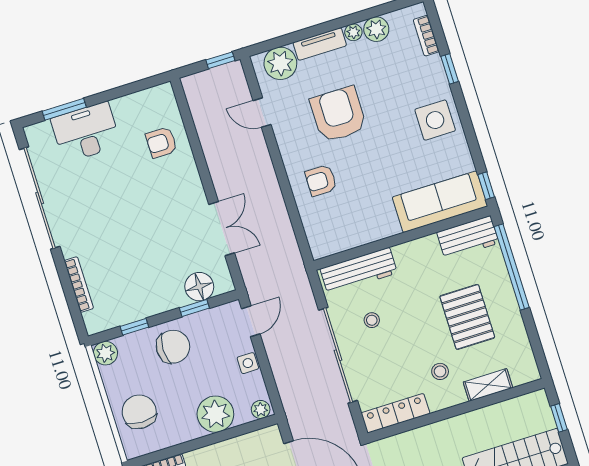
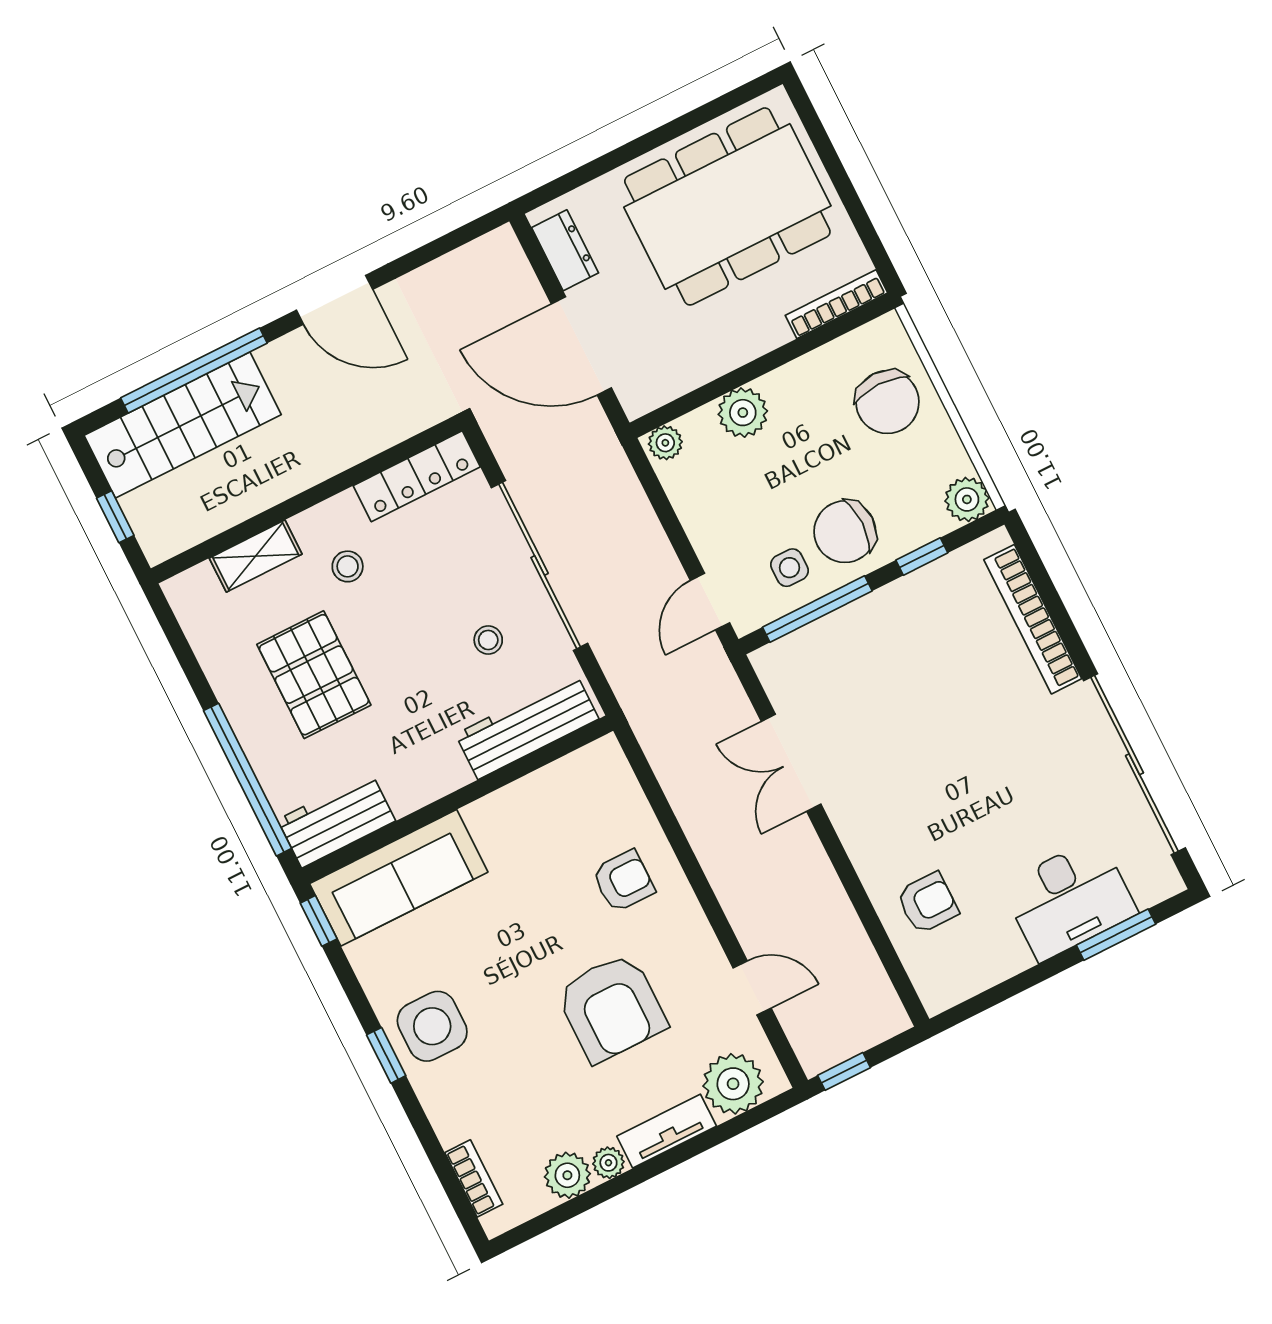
window: (450, 69) -> (386, 1055), moved
bookcase: (79, 285) -> (1033, 619), width x1.48, depth x1.31
floor lamp: (199, 287) -> (815, 650), removed
window: (194, 308) -> (817, 609), width x2.17
side table: (248, 363) -> (790, 568), moved
plant: (215, 414) -> (743, 413), width x0.73, depth x0.73

